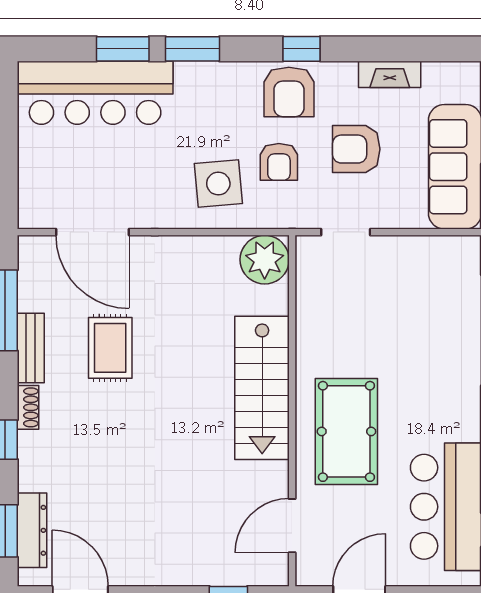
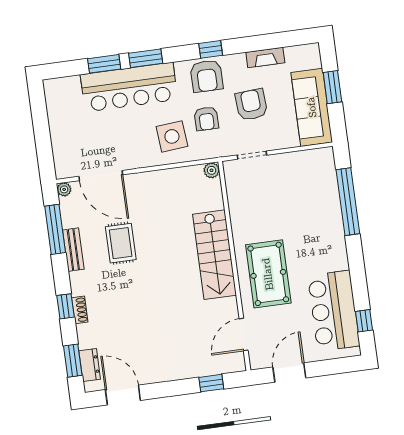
bar counter: (95, 93) -> (129, 87), moved
armchair: (356, 149) -> (251, 105), turned 86
plant: (29, 247) -> (64, 189), added
plant: (265, 260) -> (212, 170), width x0.53, depth x0.53
shoe rack: (28, 407) -> (80, 310), moved
dresser: (32, 530) -> (90, 365), width x0.70

